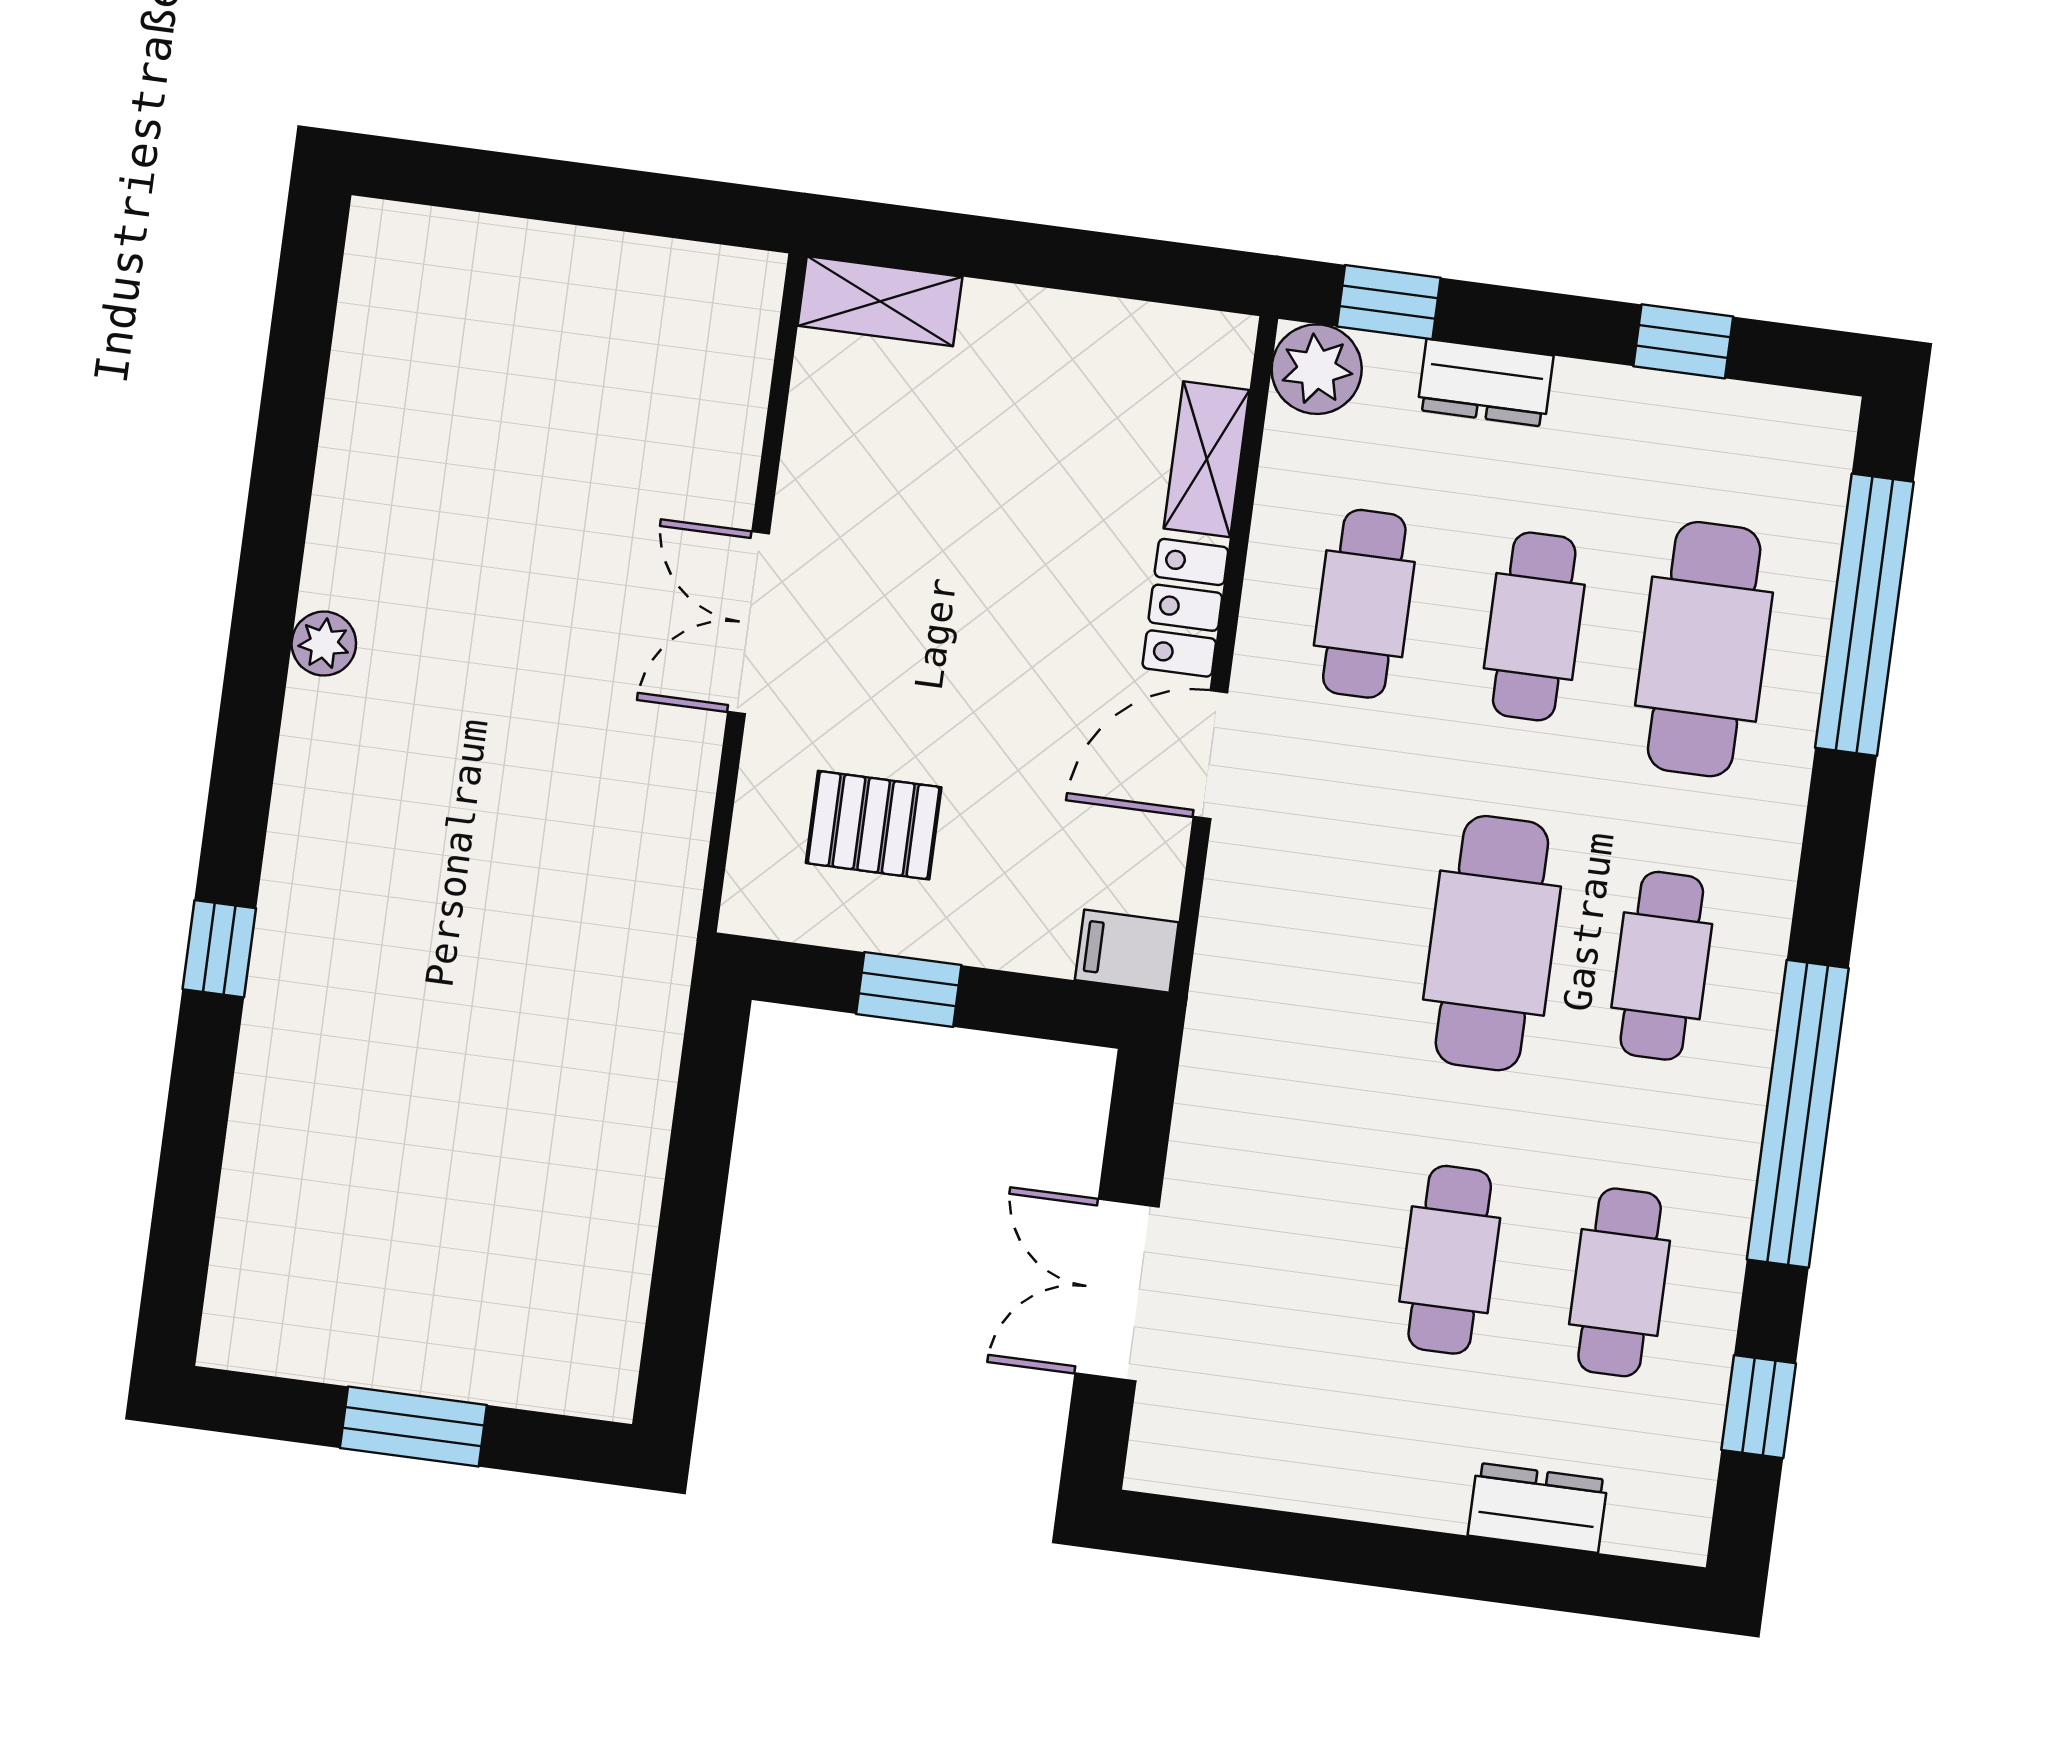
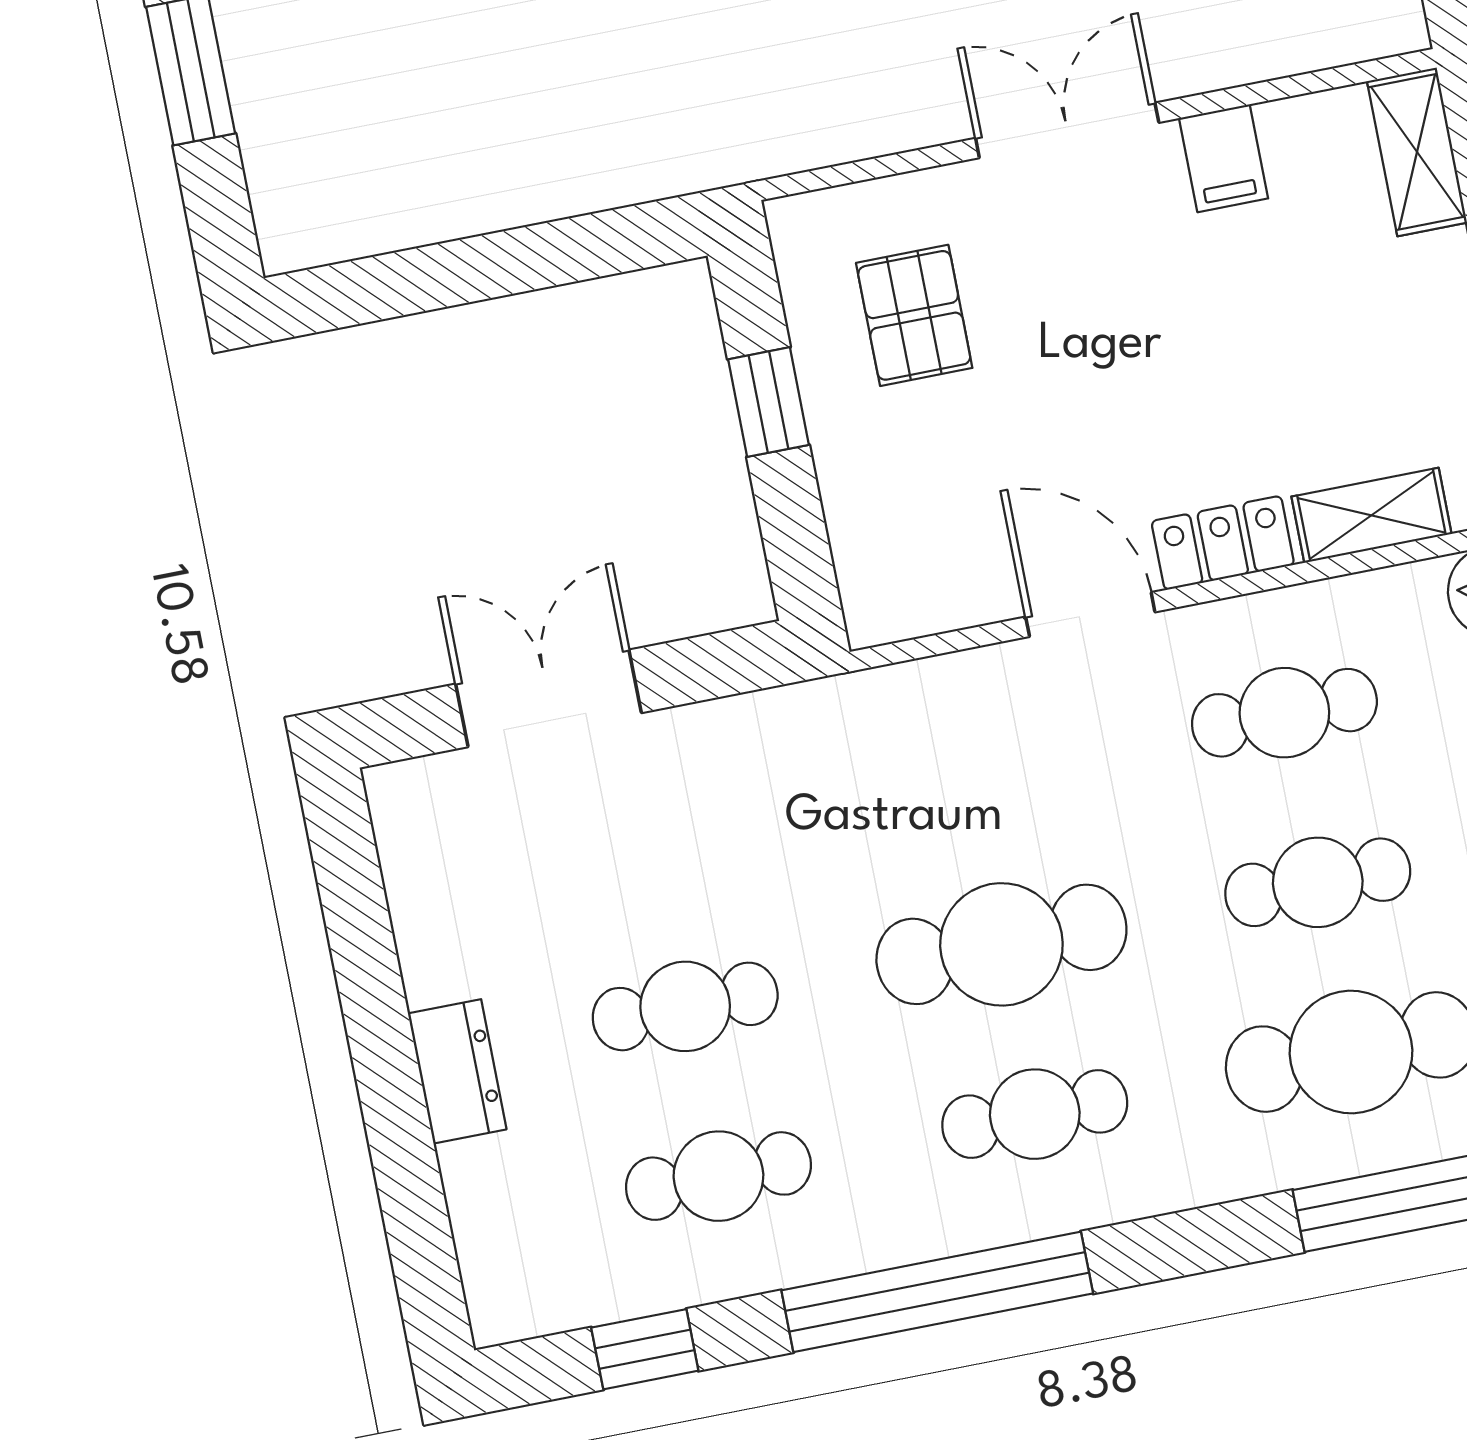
filing cabinet: (1127, 951) -> (1224, 158), moved, turned 180
dresser: (1538, 1508) -> (457, 1071), moved

